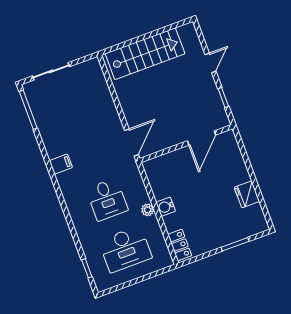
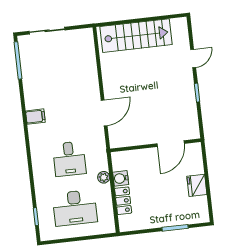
door: (202, 138) -> (171, 144), moved
wall: (186, 144) -> (155, 145), moved
locker: (180, 245) -> (123, 201), moved

